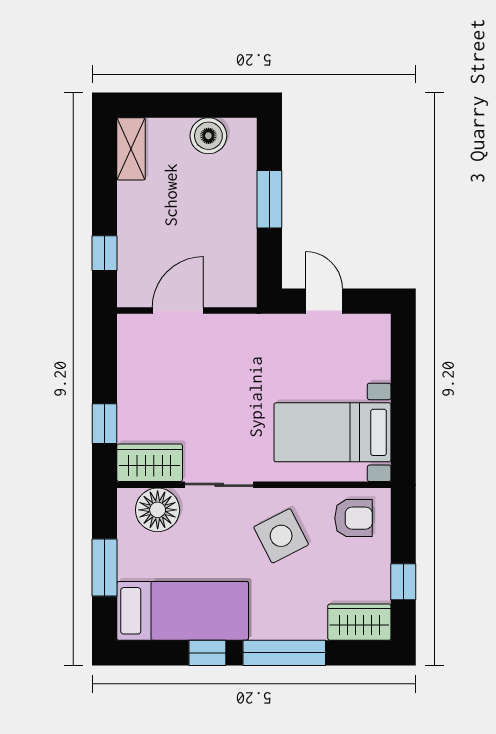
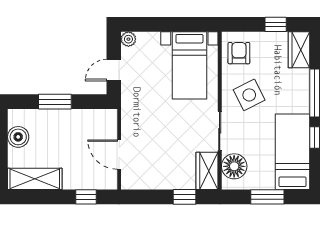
shelving: (131, 149) -> (35, 179), width x1.50, depth x1.33
plant: (378, 327) -> (128, 39), added

